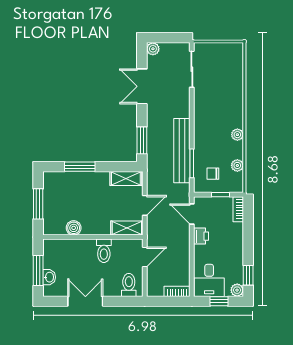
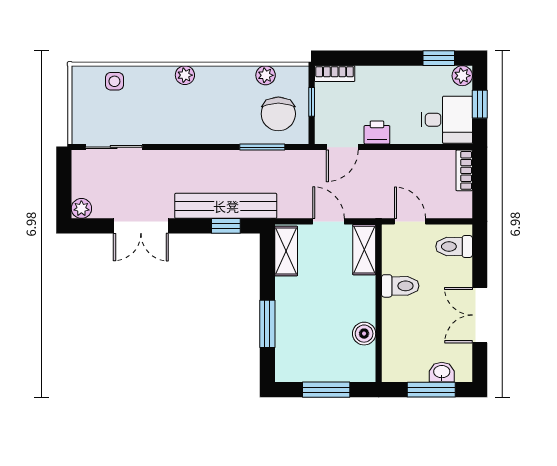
side table: (233, 70) -> (114, 81), added
plant: (237, 135) -> (185, 75), moved
window: (142, 140) -> (226, 226), width x0.67
bench: (182, 151) -> (226, 206), moved
chair: (213, 174) -> (278, 114), width x1.87, depth x1.87

